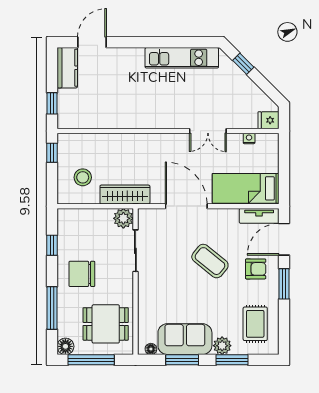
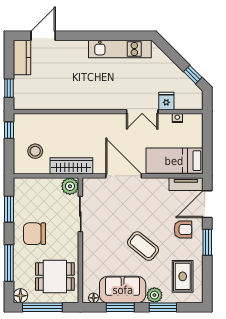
window: (243, 64) -> (193, 75), moved
fridge: (268, 120) -> (166, 101), moved, turned 90
window: (52, 245) -> (9, 209), width x1.50
coffee table: (210, 261) -> (143, 246), moved

